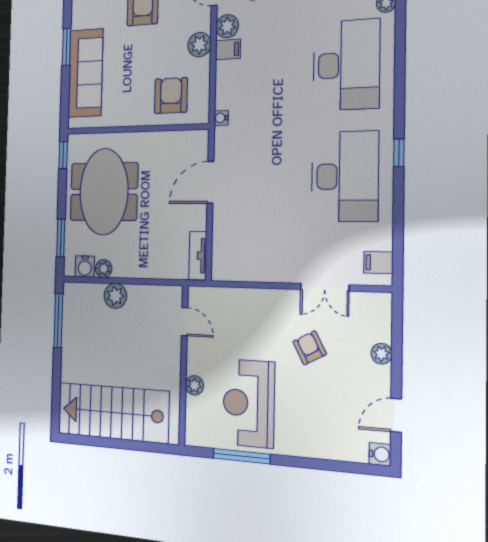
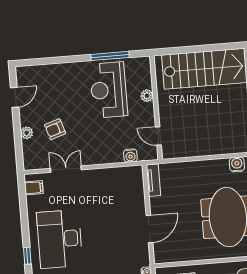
plant: (104, 269) -> (222, 164), removed
plant: (115, 296) -> (211, 147), removed
armchair: (310, 348) -> (55, 129), moved, turned 100
reception desk: (249, 403) -> (109, 90), turned 180
water cooler: (380, 454) -> (130, 156), moved, turned -90

